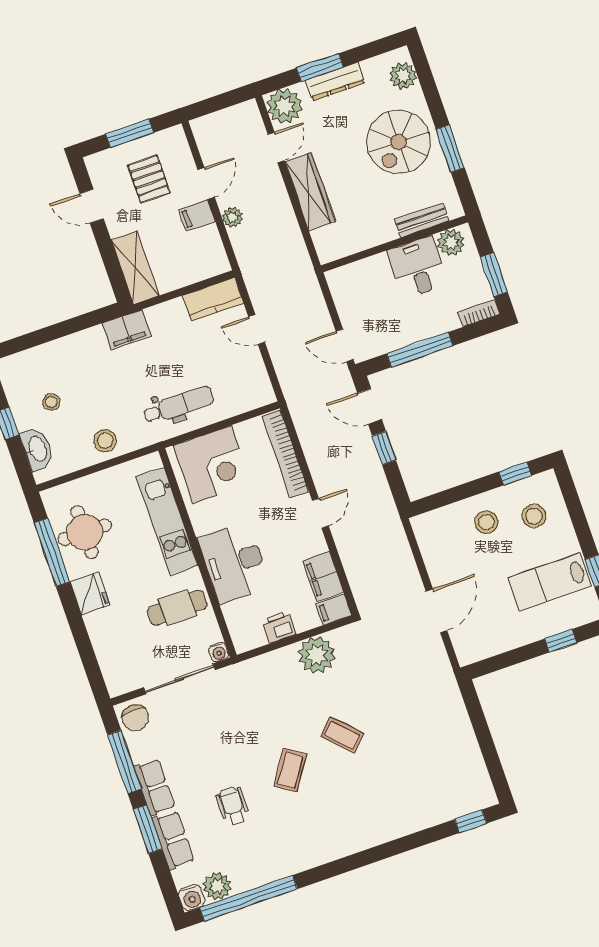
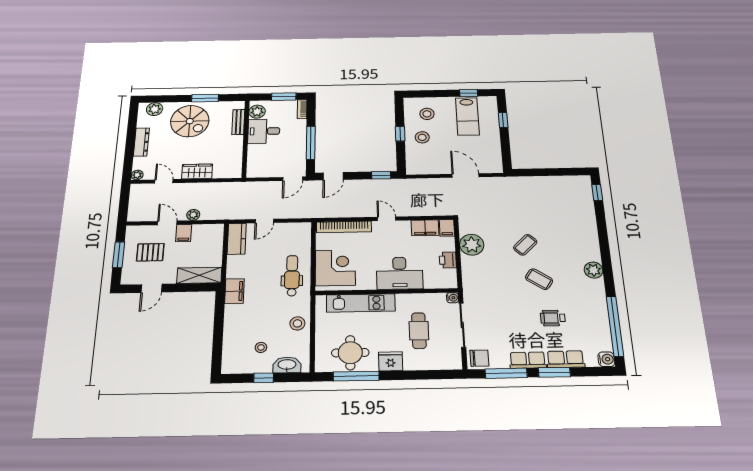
window: (320, 67) -> (130, 147), removed
plant: (284, 106) -> (137, 175), width x0.53, depth x0.53
wardrobe: (310, 192) -> (197, 171), width x0.67
window: (384, 448) -> (381, 175), moved
window: (515, 474) -> (400, 134), moved
cafe table: (177, 608) -> (419, 331), moved
plant: (217, 886) -> (594, 270), moved

